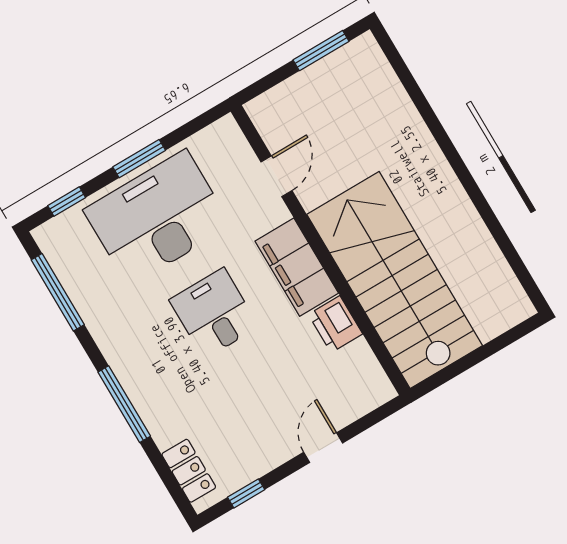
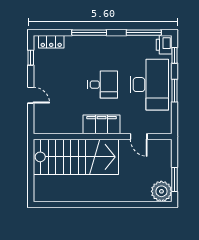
plant: (361, 63) -> (161, 191), added
printer: (335, 324) -> (164, 45), moved, turned -90

